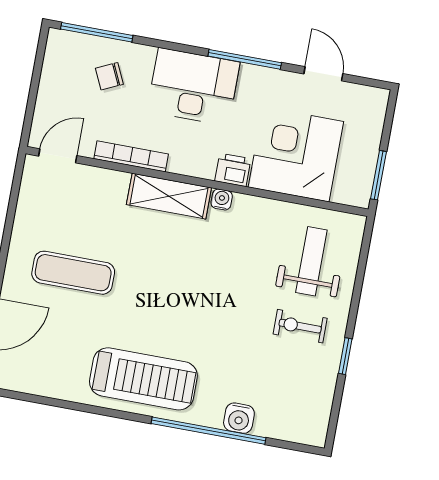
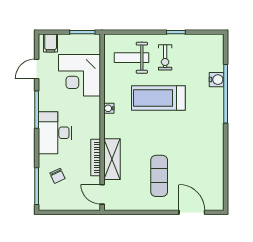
filing cabinet: (369, 110) -> (51, 43), added
printer: (233, 170) -> (93, 105), removed
shelving: (169, 196) -> (112, 159), moved
treadmill: (143, 379) -> (158, 98), moved, turned -90

